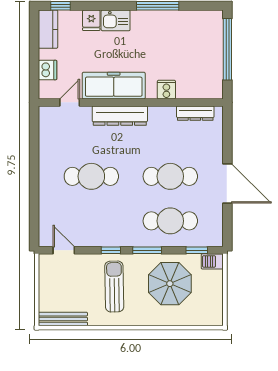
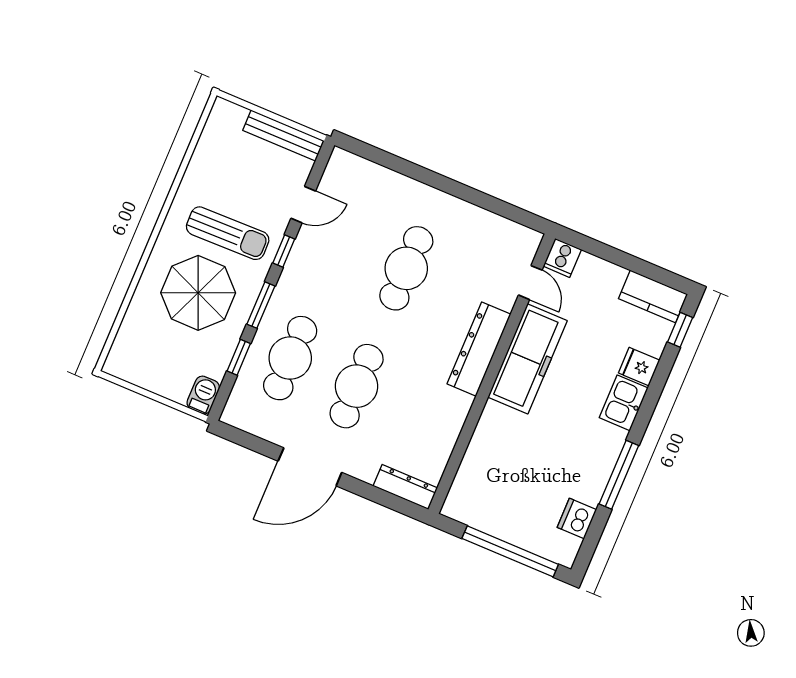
dishwasher: (48, 70) -> (577, 519), moved, turned 90
cooker: (166, 90) -> (562, 258), moved, turned 90
dresser: (195, 113) -> (405, 487), moved, turned 90
door: (64, 250) -> (303, 205), moved
window: (197, 250) -> (239, 357), moved
parasol: (170, 284) -> (198, 293), moved
bench: (63, 319) -> (283, 135), moved, turned 90

